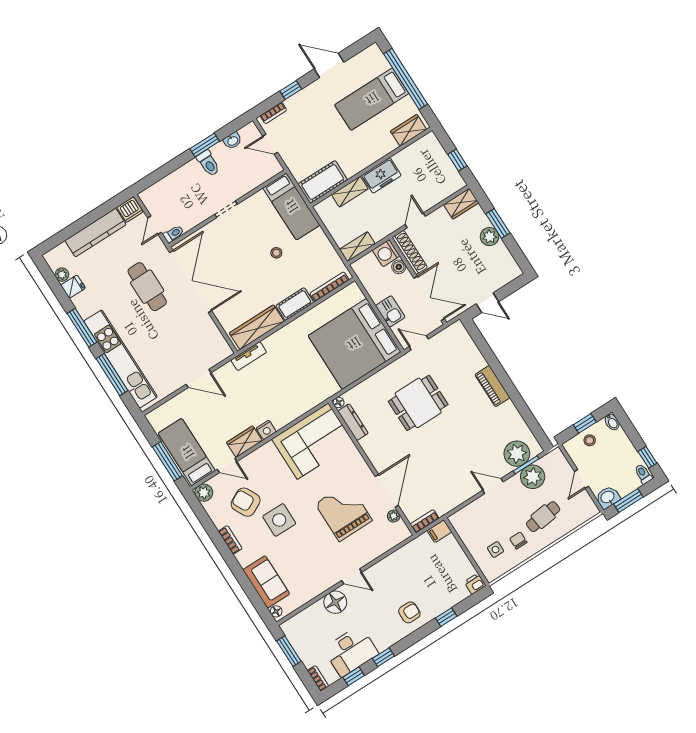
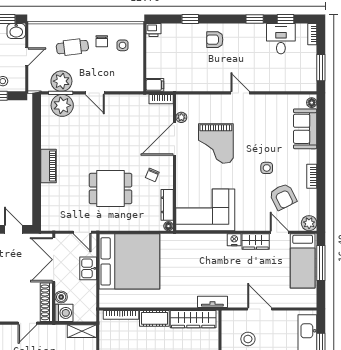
stool: (191, 342) -> (248, 339), added
chair: (386, 442) -> (152, 175), added
side table: (279, 520) -> (267, 168), width x0.54, depth x0.54
floor lamp: (335, 602) -> (264, 82), removed
desk: (351, 651) -> (281, 39), width x0.73

